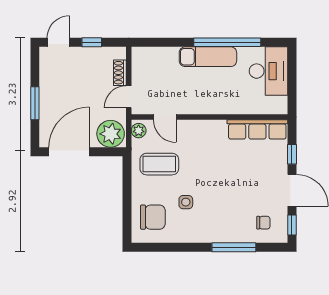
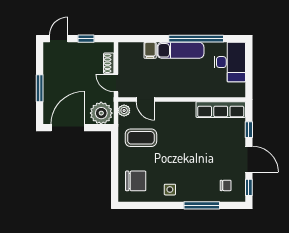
filing cabinet: (171, 57) -> (150, 50), added
door: (129, 97) -> (116, 83), hinge flipped
side table: (186, 202) -> (170, 190), moved

